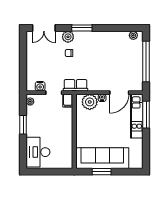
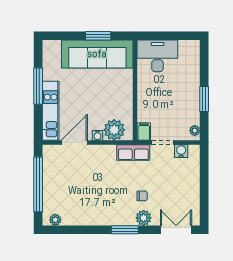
window: (146, 115) -> (38, 86), moved
desk: (38, 152) -> (157, 56), moved, turned -90

